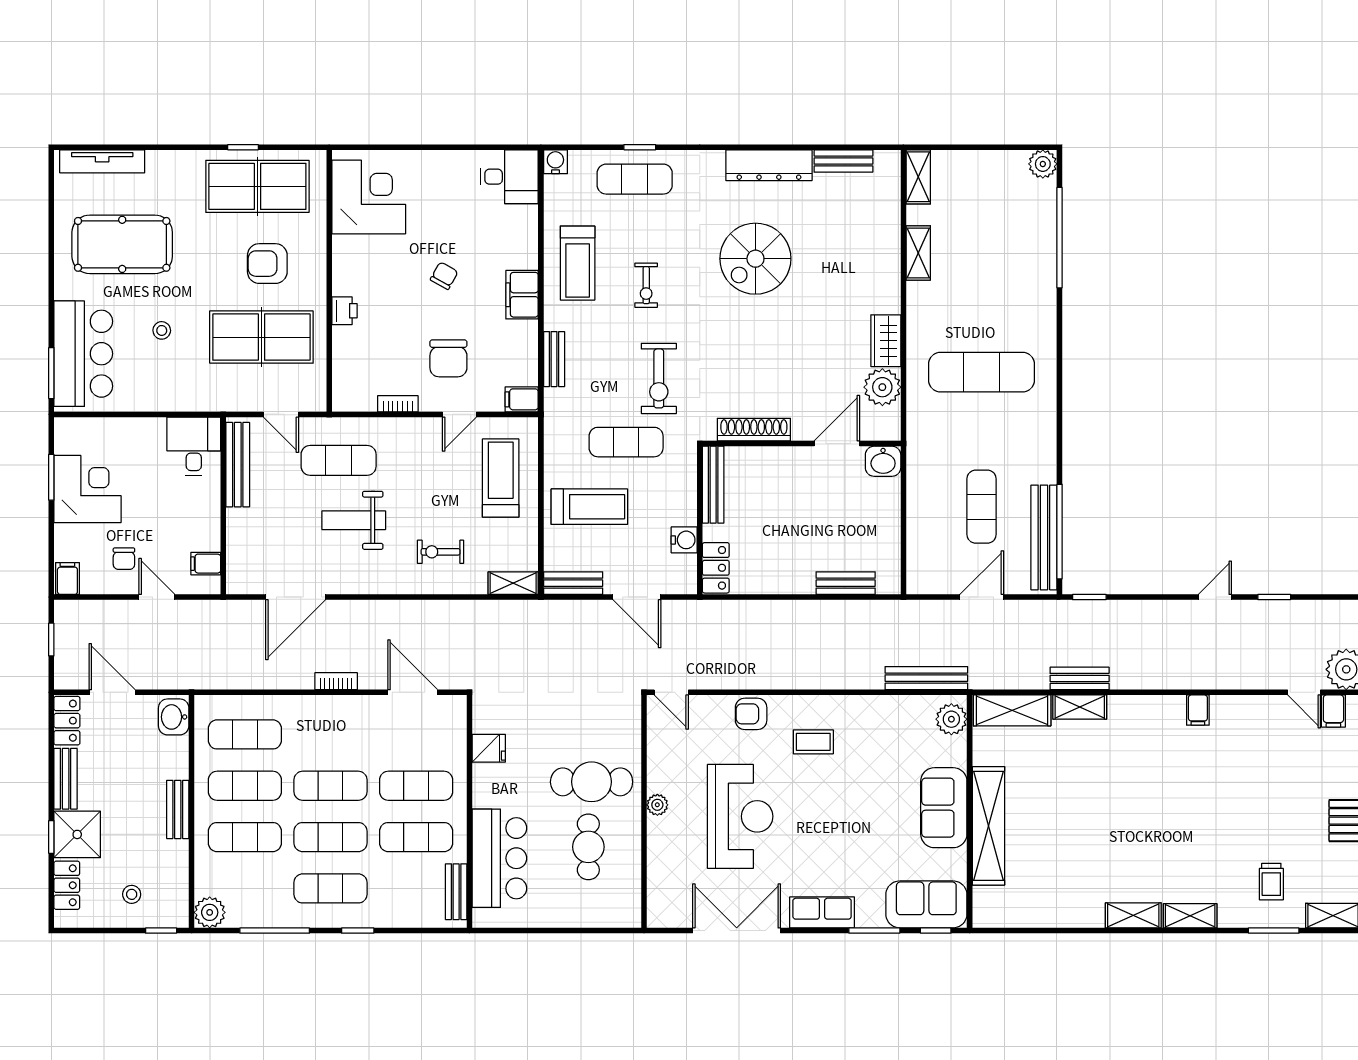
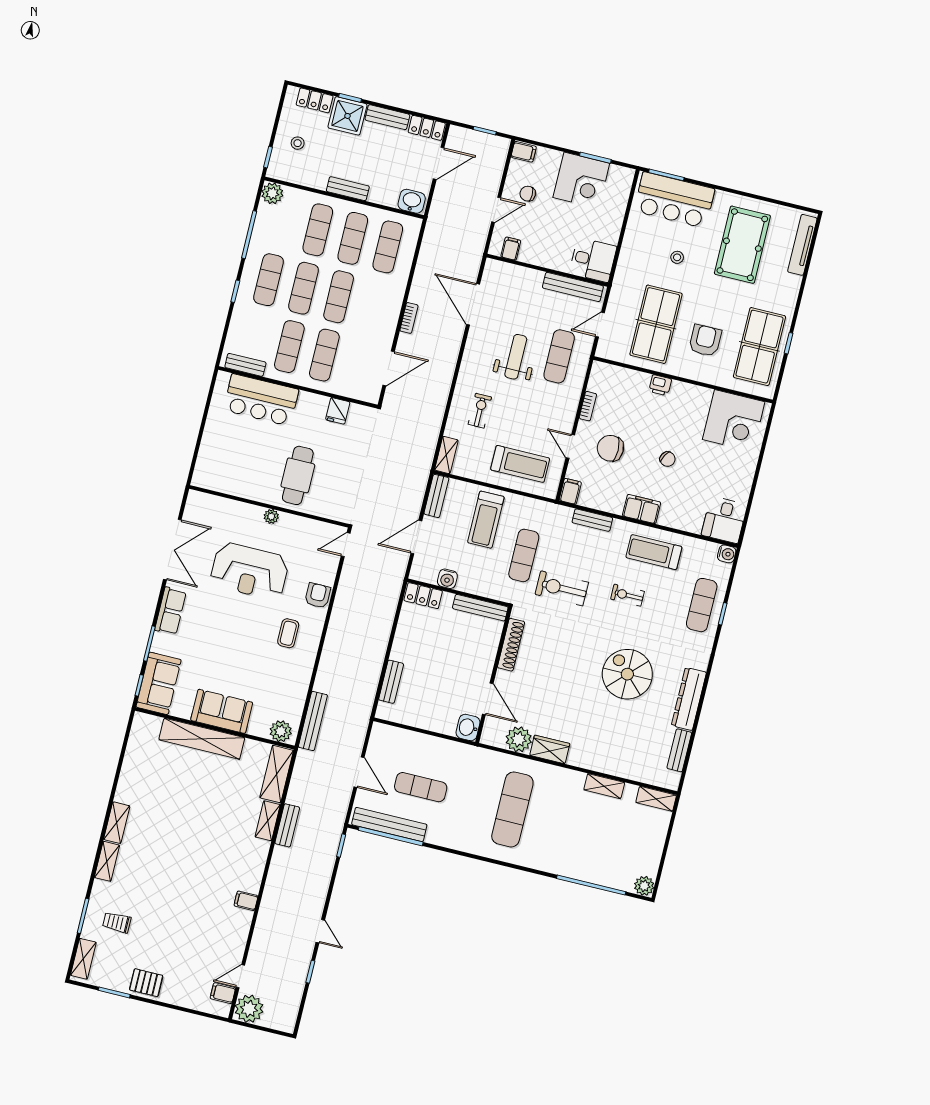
cafe table: (588, 847) -> (254, 462), removed

